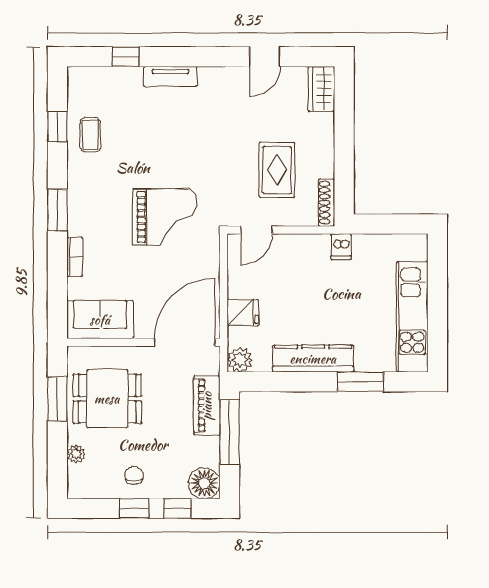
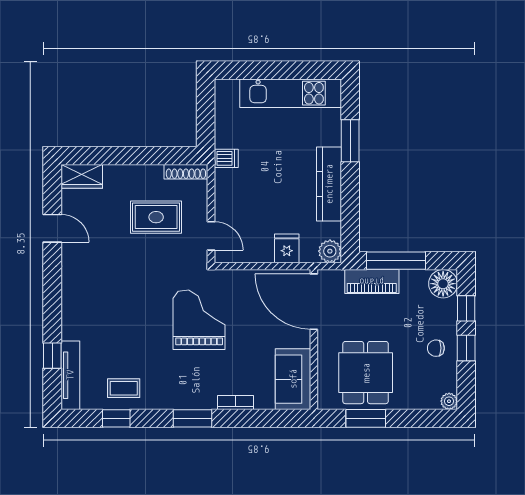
tv unit: (170, 76) -> (70, 375), moved, width x1.41
plant: (76, 454) -> (449, 401), moved

